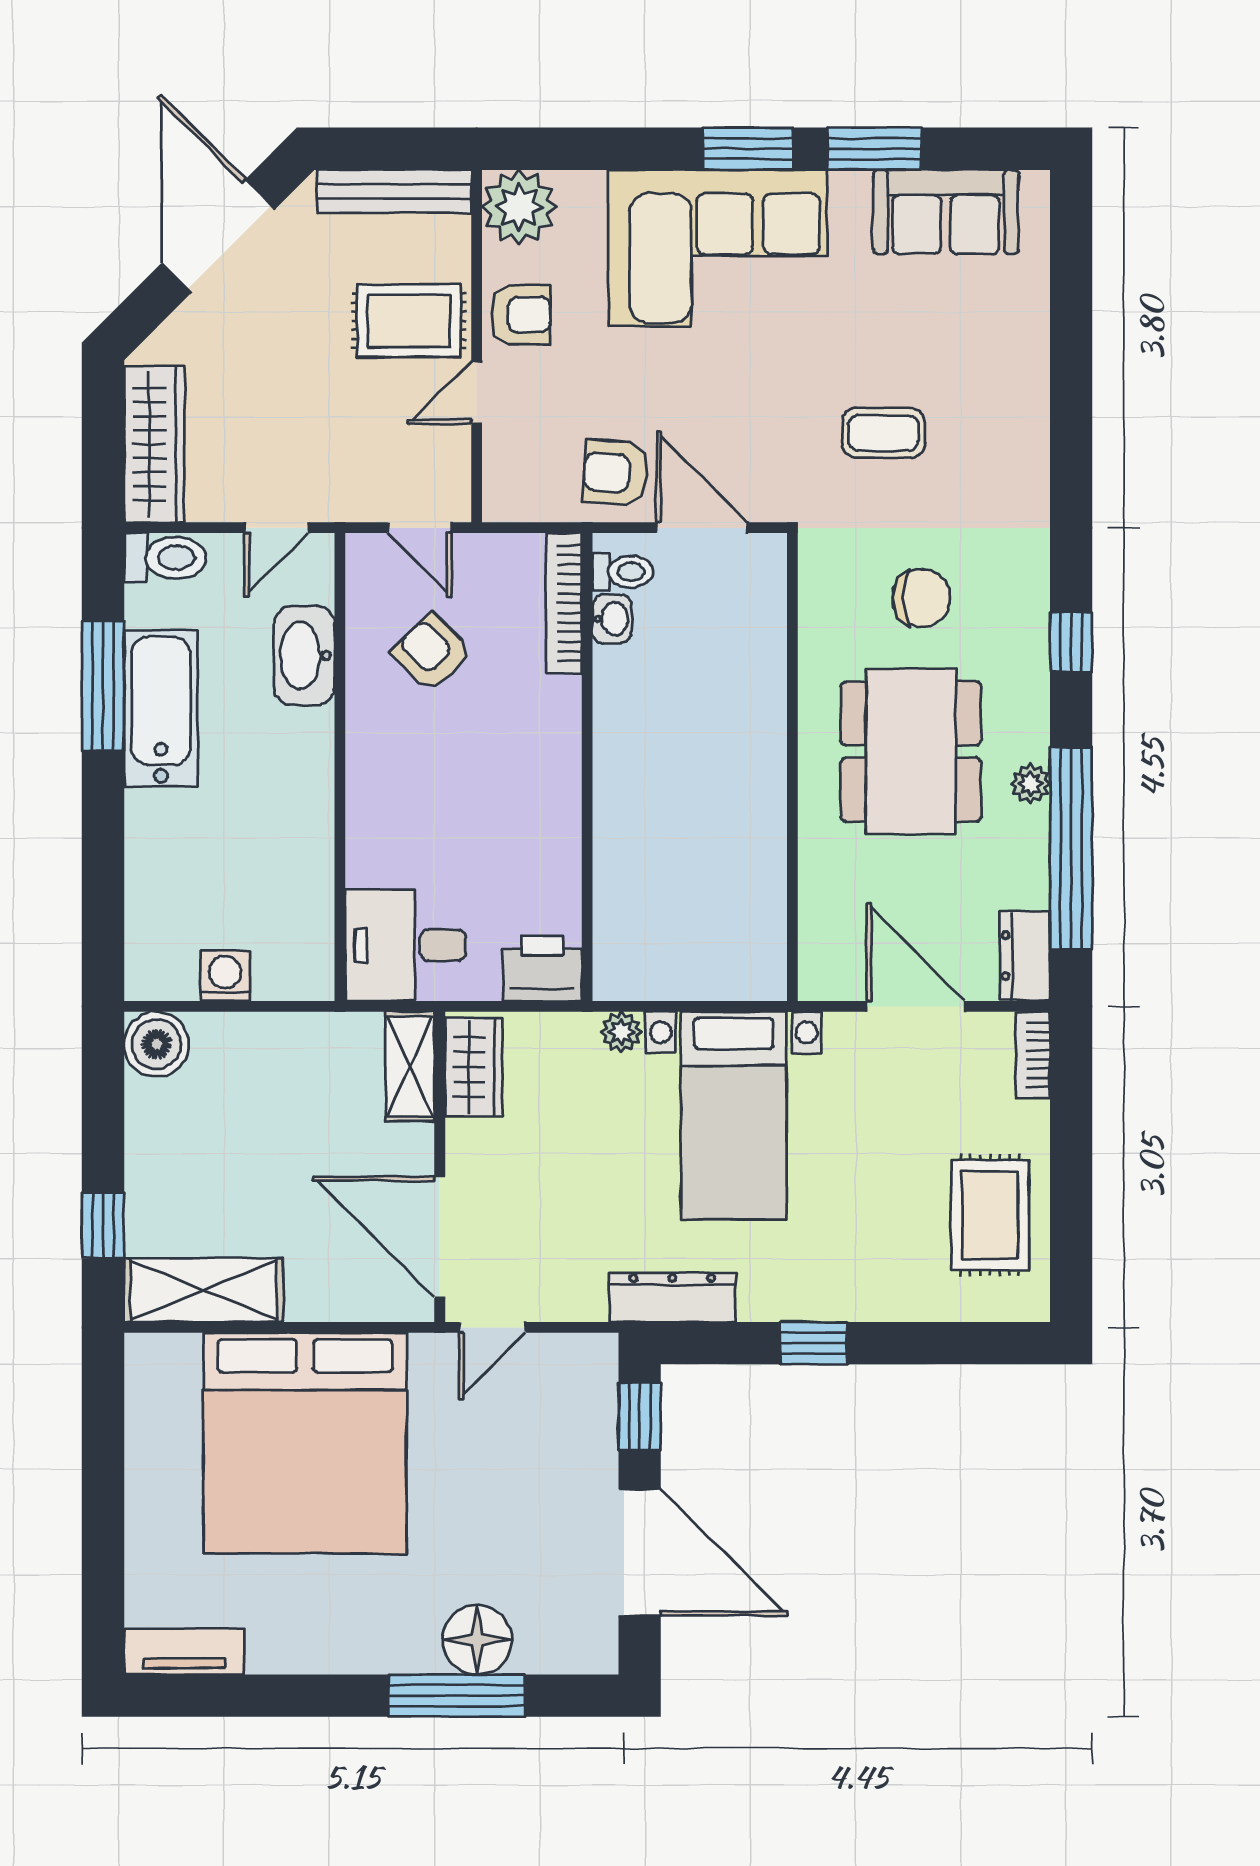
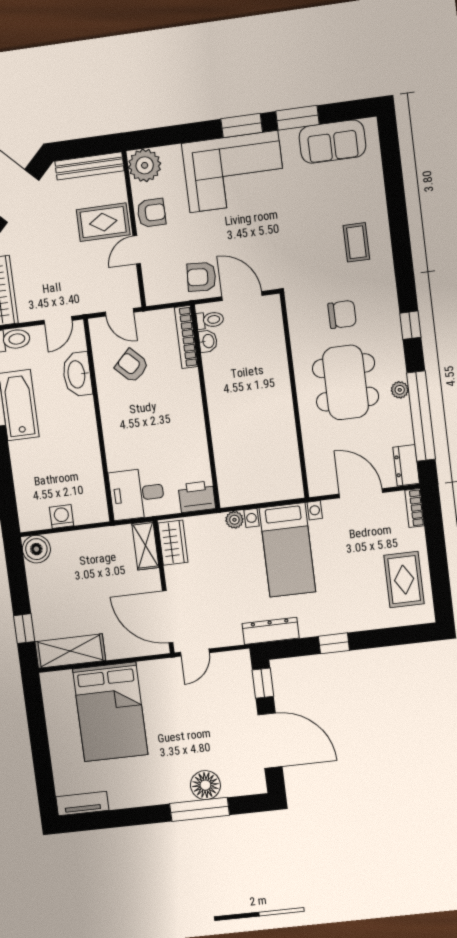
coffee table: (883, 433) -> (356, 242), moved, turned 90
bed: (305, 1443) -> (110, 712), width x0.73

